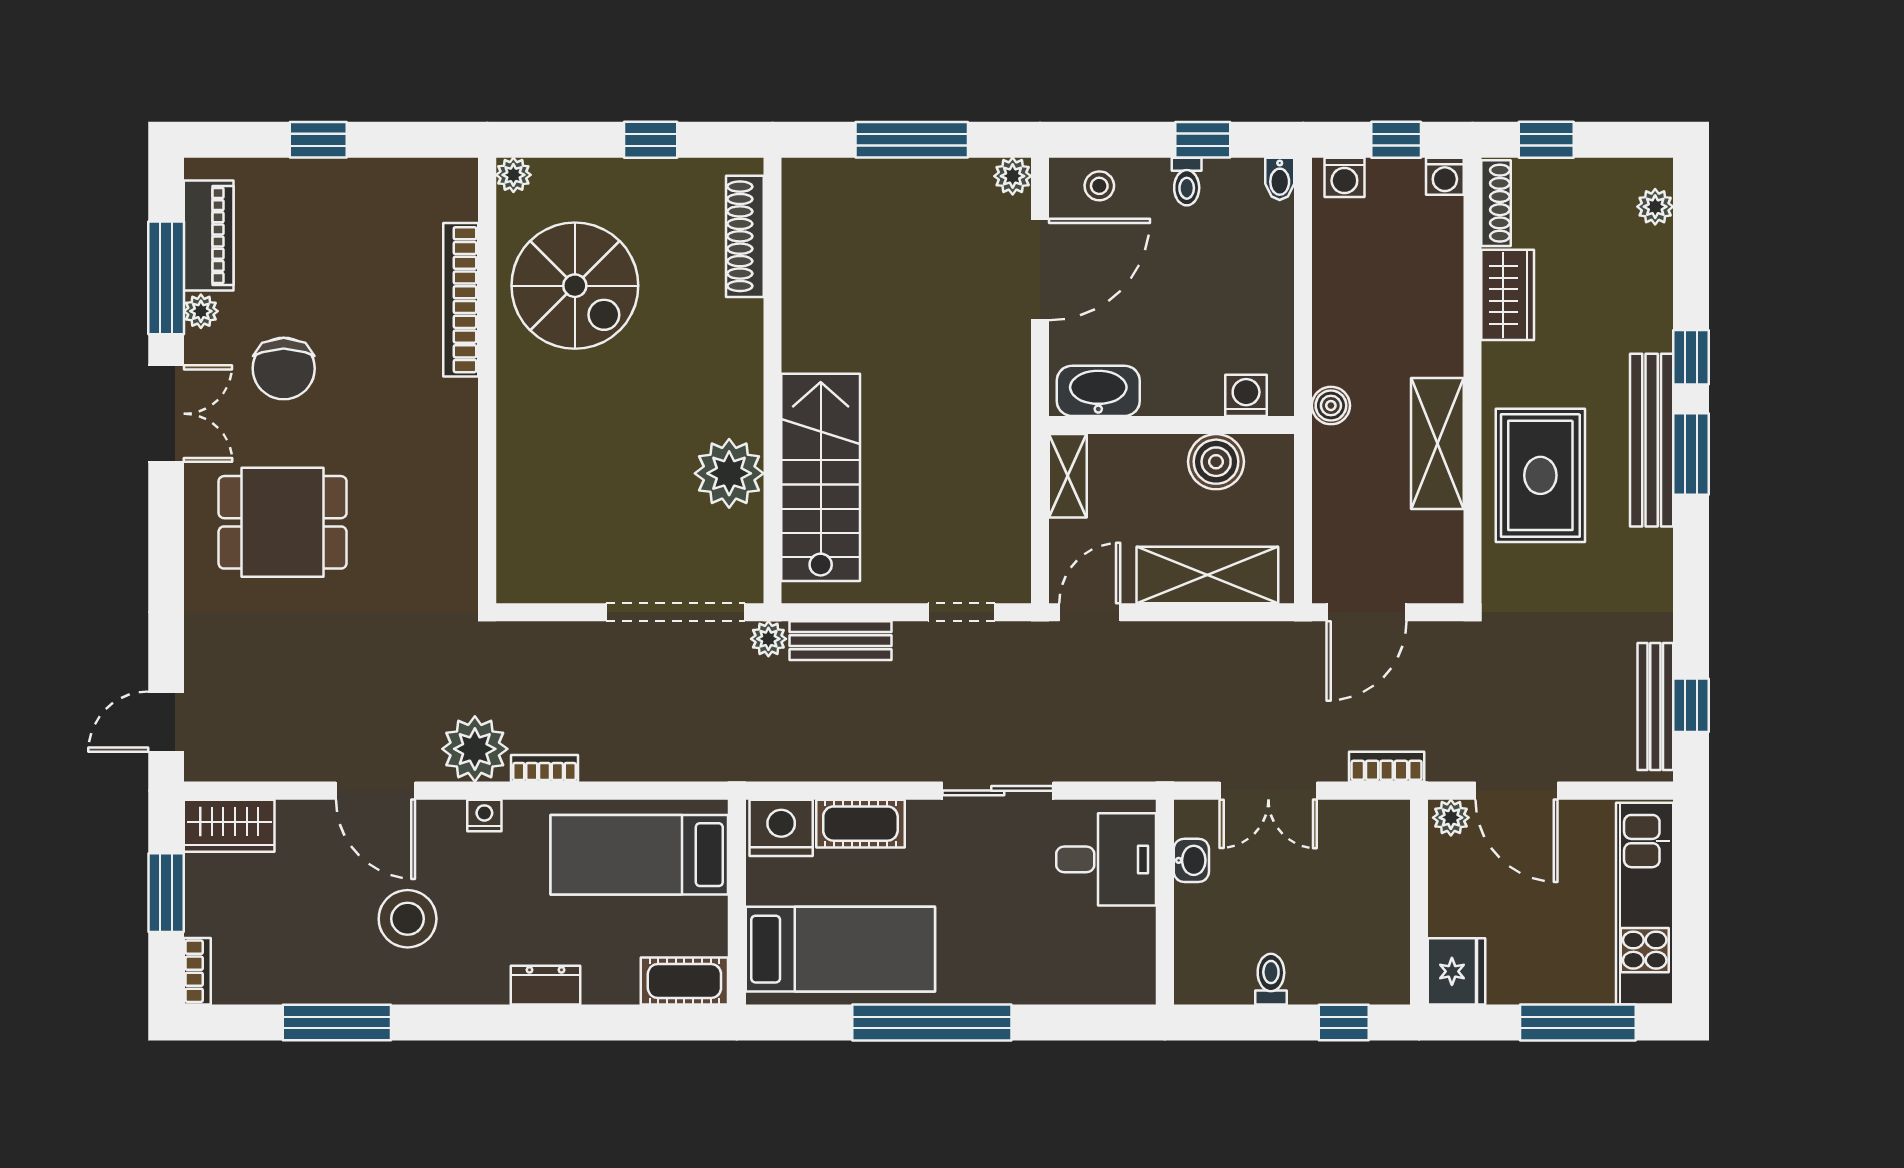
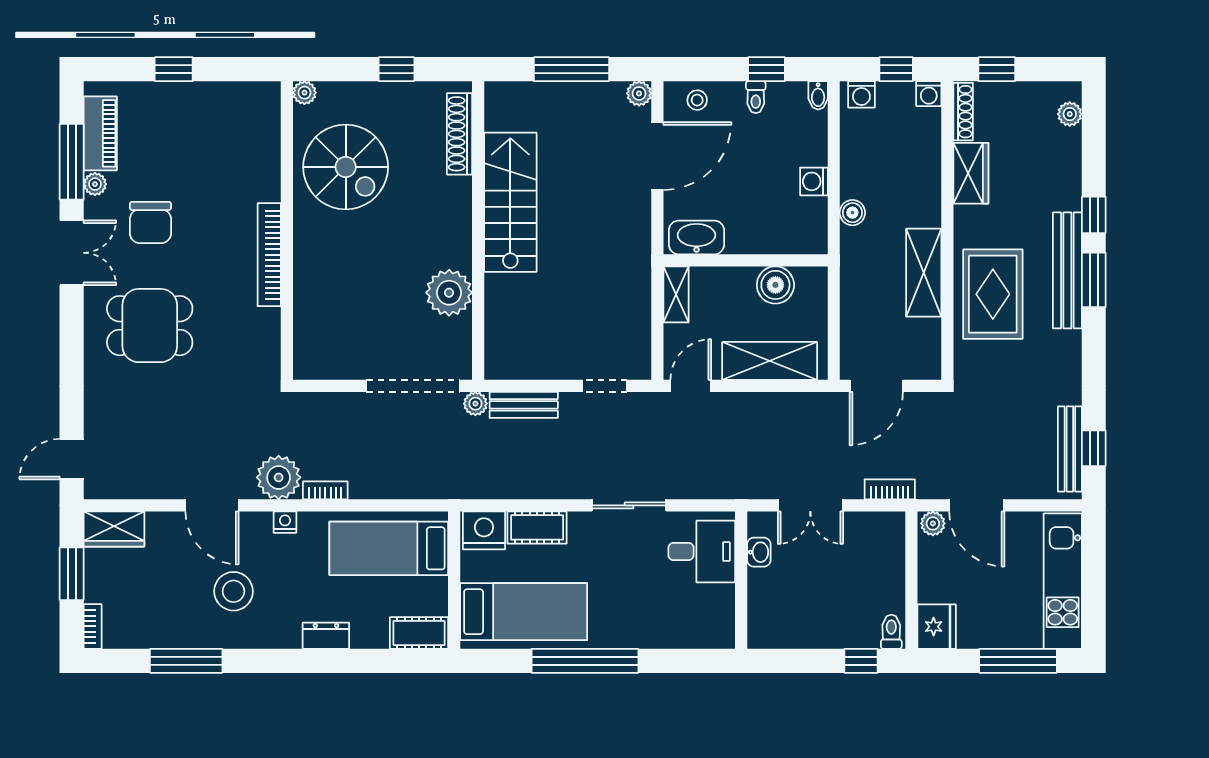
bookcase: (461, 300) -> (269, 255), moved
washing machine: (1246, 395) -> (814, 181), moved, turned -90
boiler: (1331, 406) -> (852, 213), moved
stairs: (821, 477) -> (510, 202), moved
toilet: (1271, 979) -> (891, 632), moved

